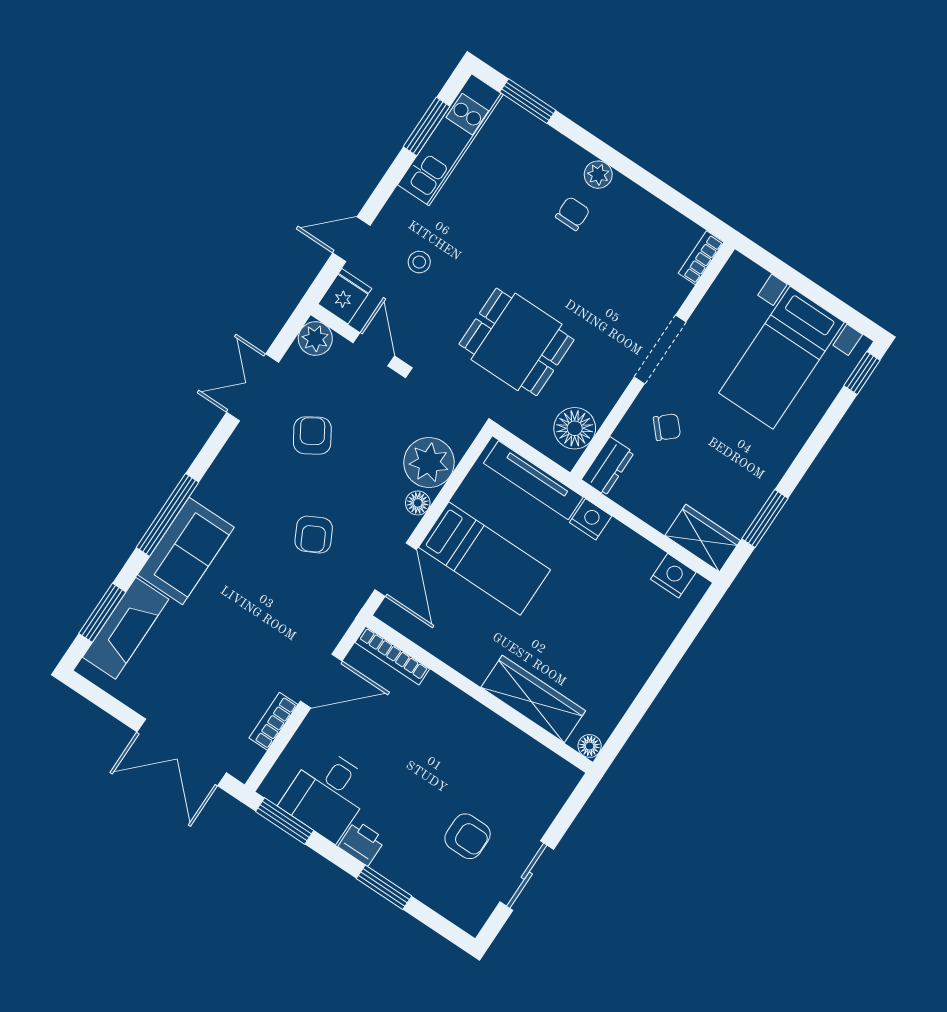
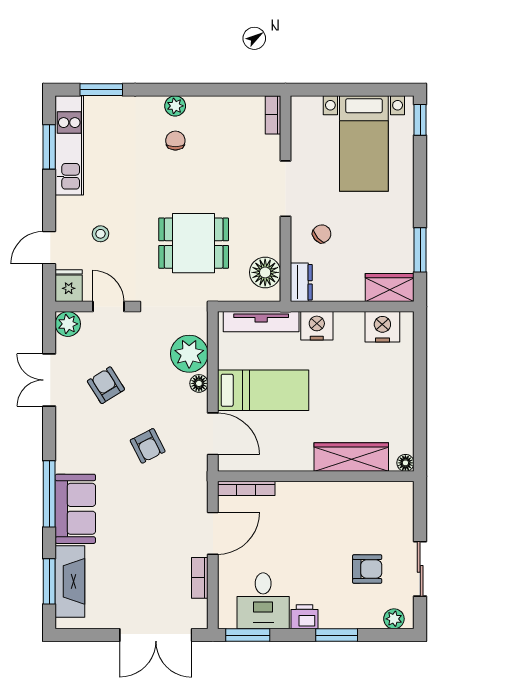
nightstand: (591, 519) -> (317, 326), width x1.36, depth x1.33
nightstand: (673, 576) -> (382, 327), width x1.36, depth x1.33
plant: (460, 912) -> (394, 619), added

